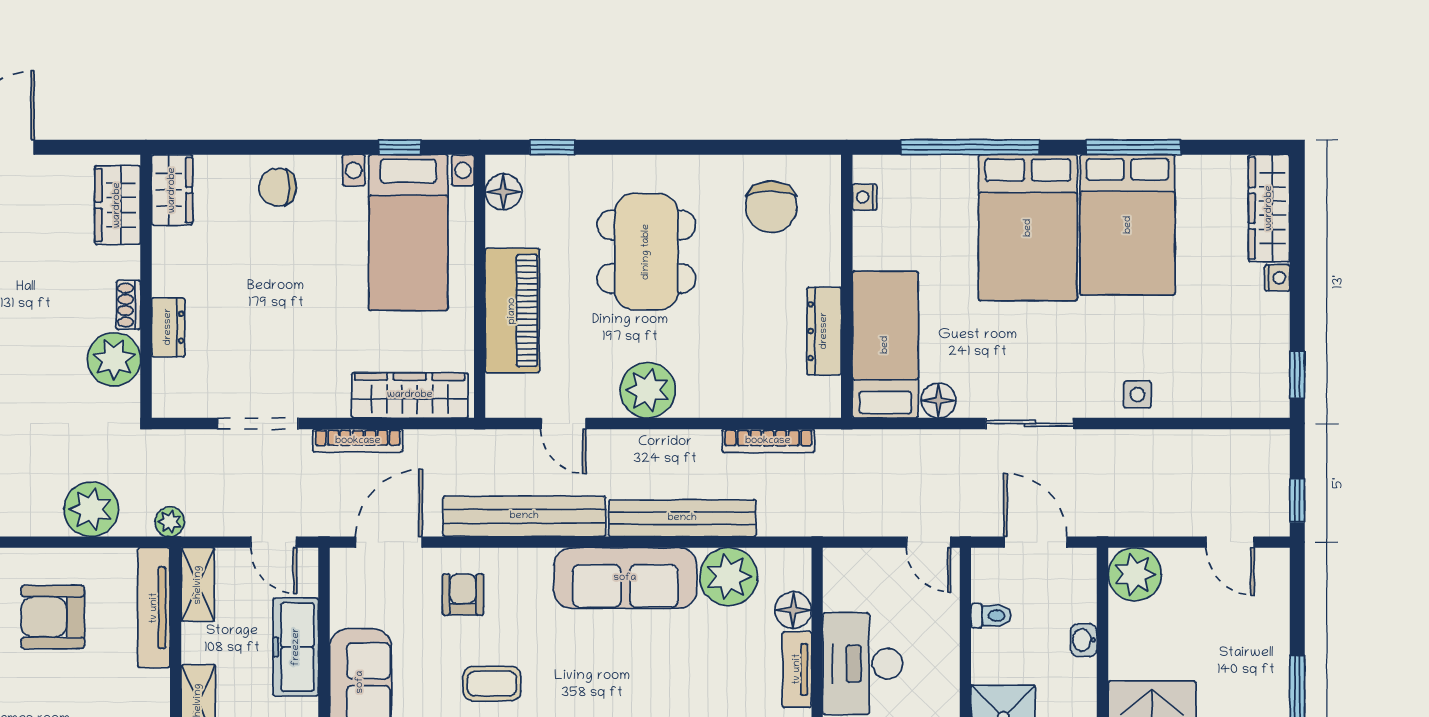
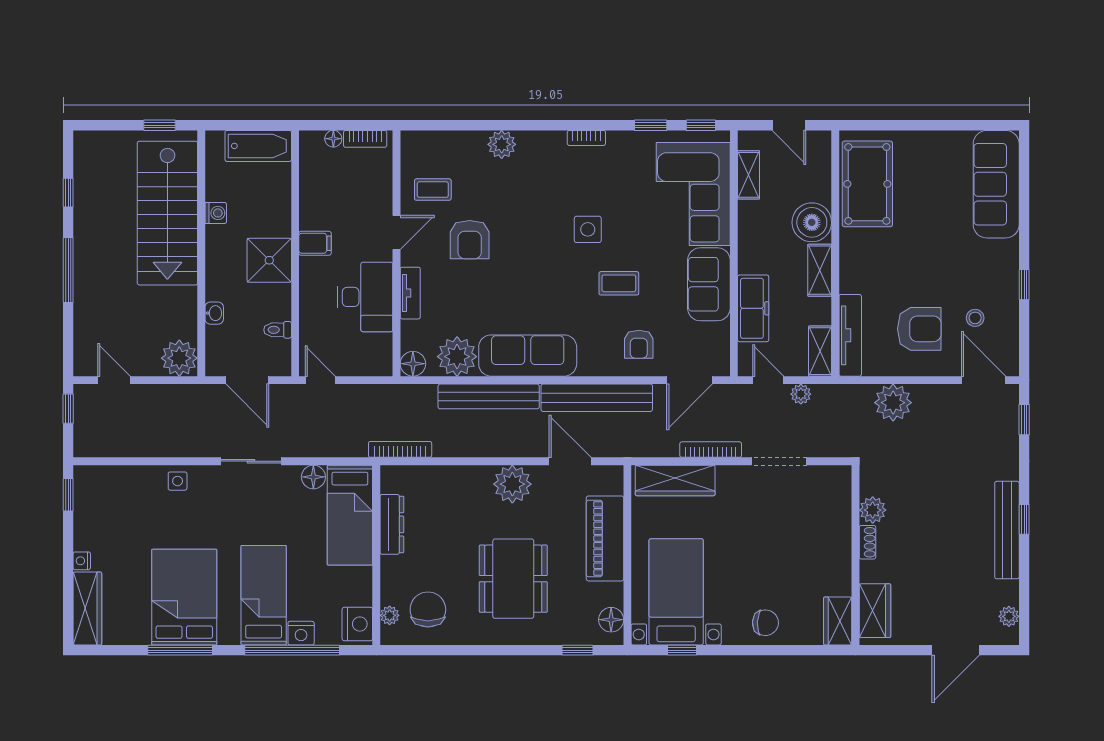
nightstand: (957, 172) -> (301, 633), added
nightstand: (865, 197) -> (357, 624), width x1.89, depth x1.79
plant: (827, 198) -> (390, 615), added
bed: (1028, 228) -> (264, 595), width x0.67
dresser: (168, 327) -> (840, 527), removed
plant: (114, 359) -> (873, 510), width x0.73, depth x0.73
door: (563, 423) -> (570, 461), width x1.38
bookcase: (768, 441) -> (400, 449), moved
plant: (170, 522) -> (801, 394), moved
floor lamp: (793, 610) -> (413, 364), moved

